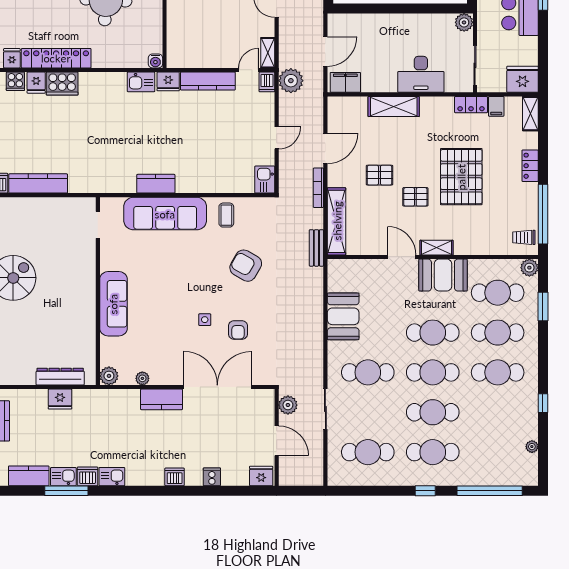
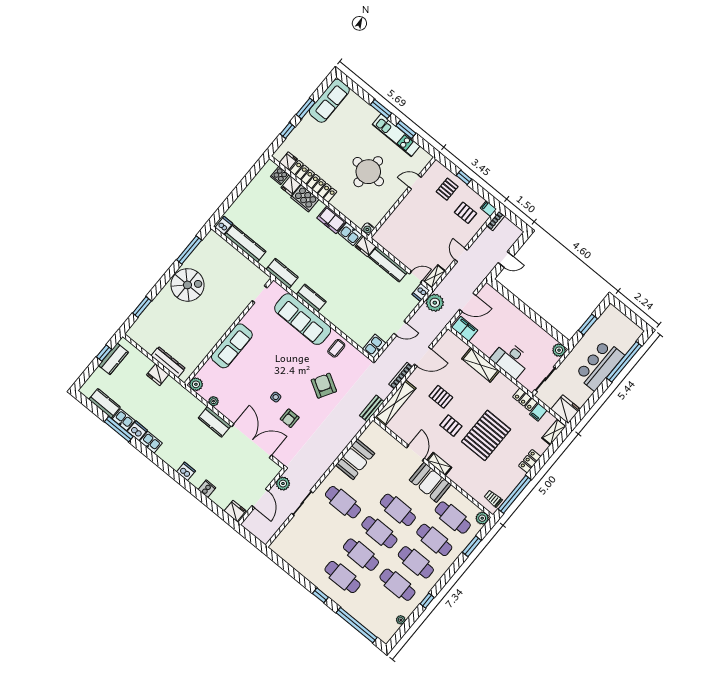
freezer: (109, 83) -> (331, 220), added
kitchen counter: (104, 183) -> (282, 273), added
cafe table: (368, 452) -> (397, 585), moved

